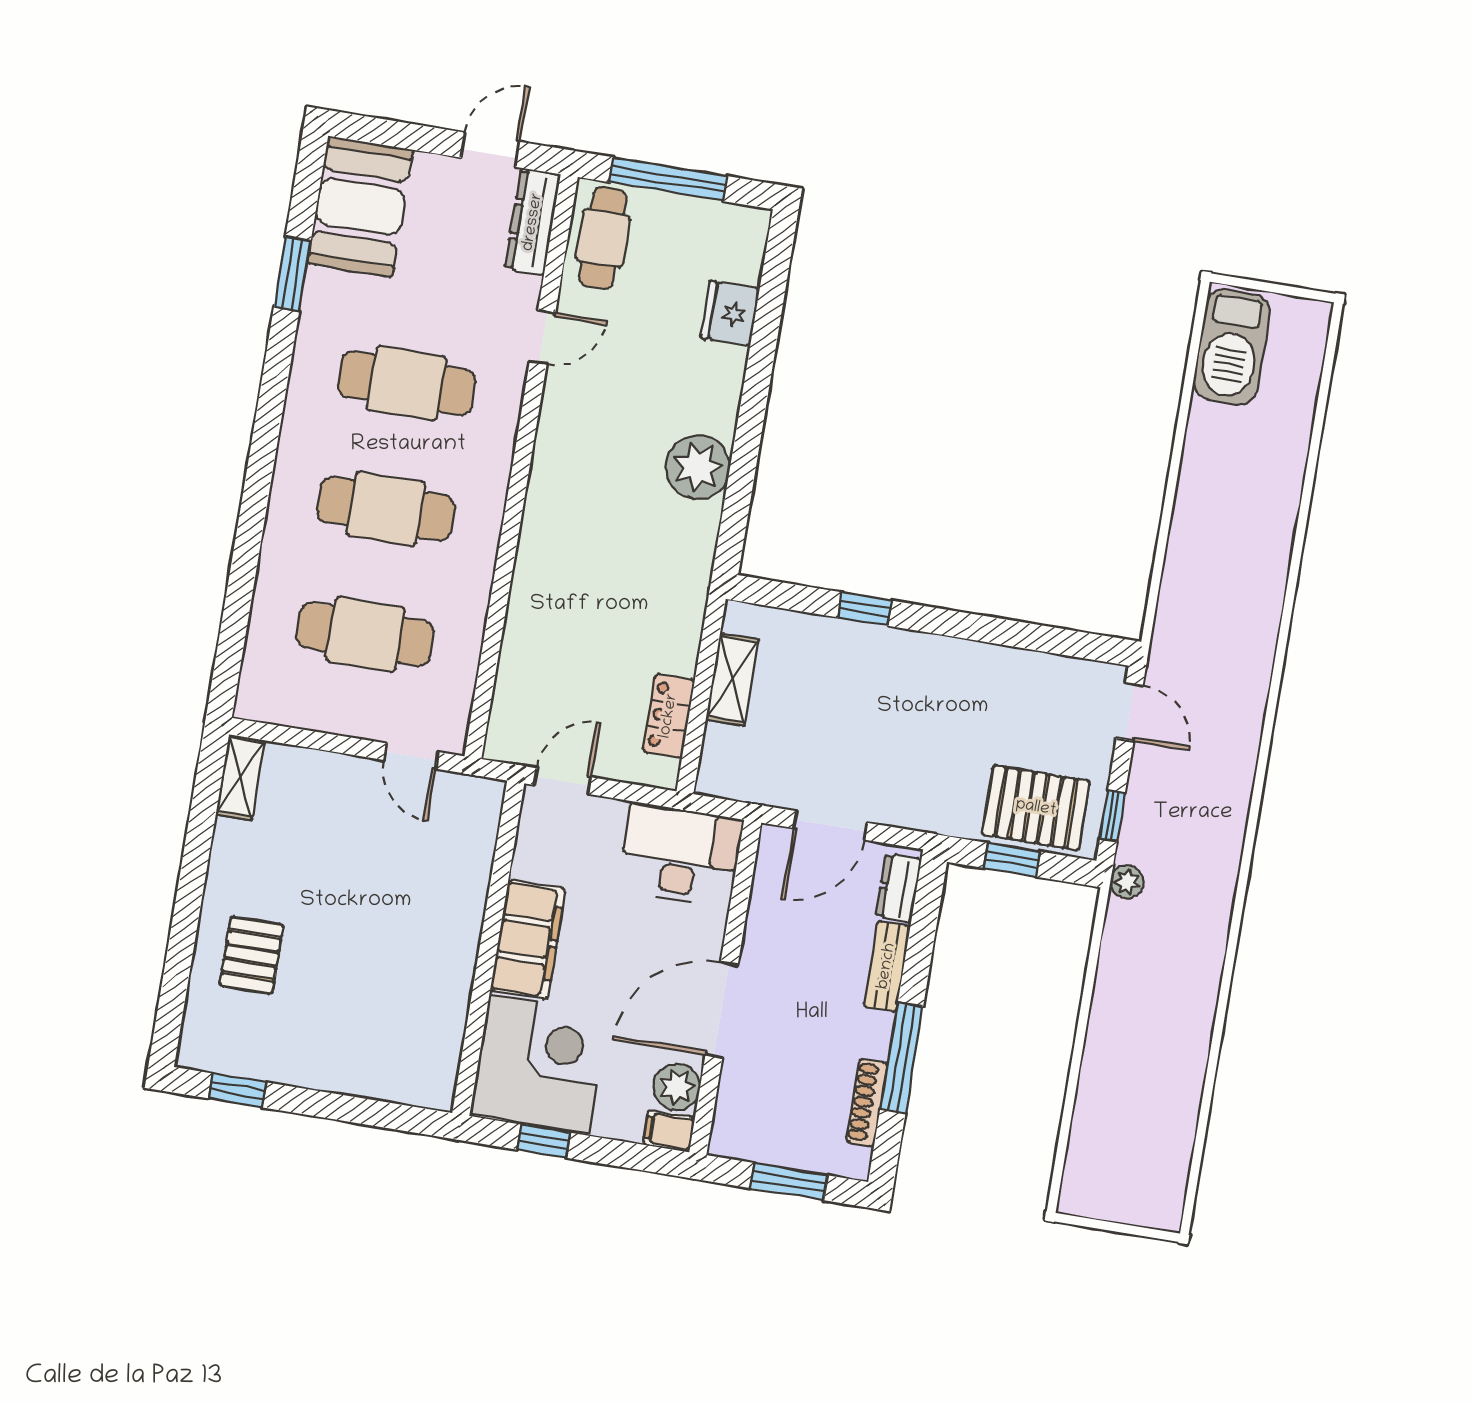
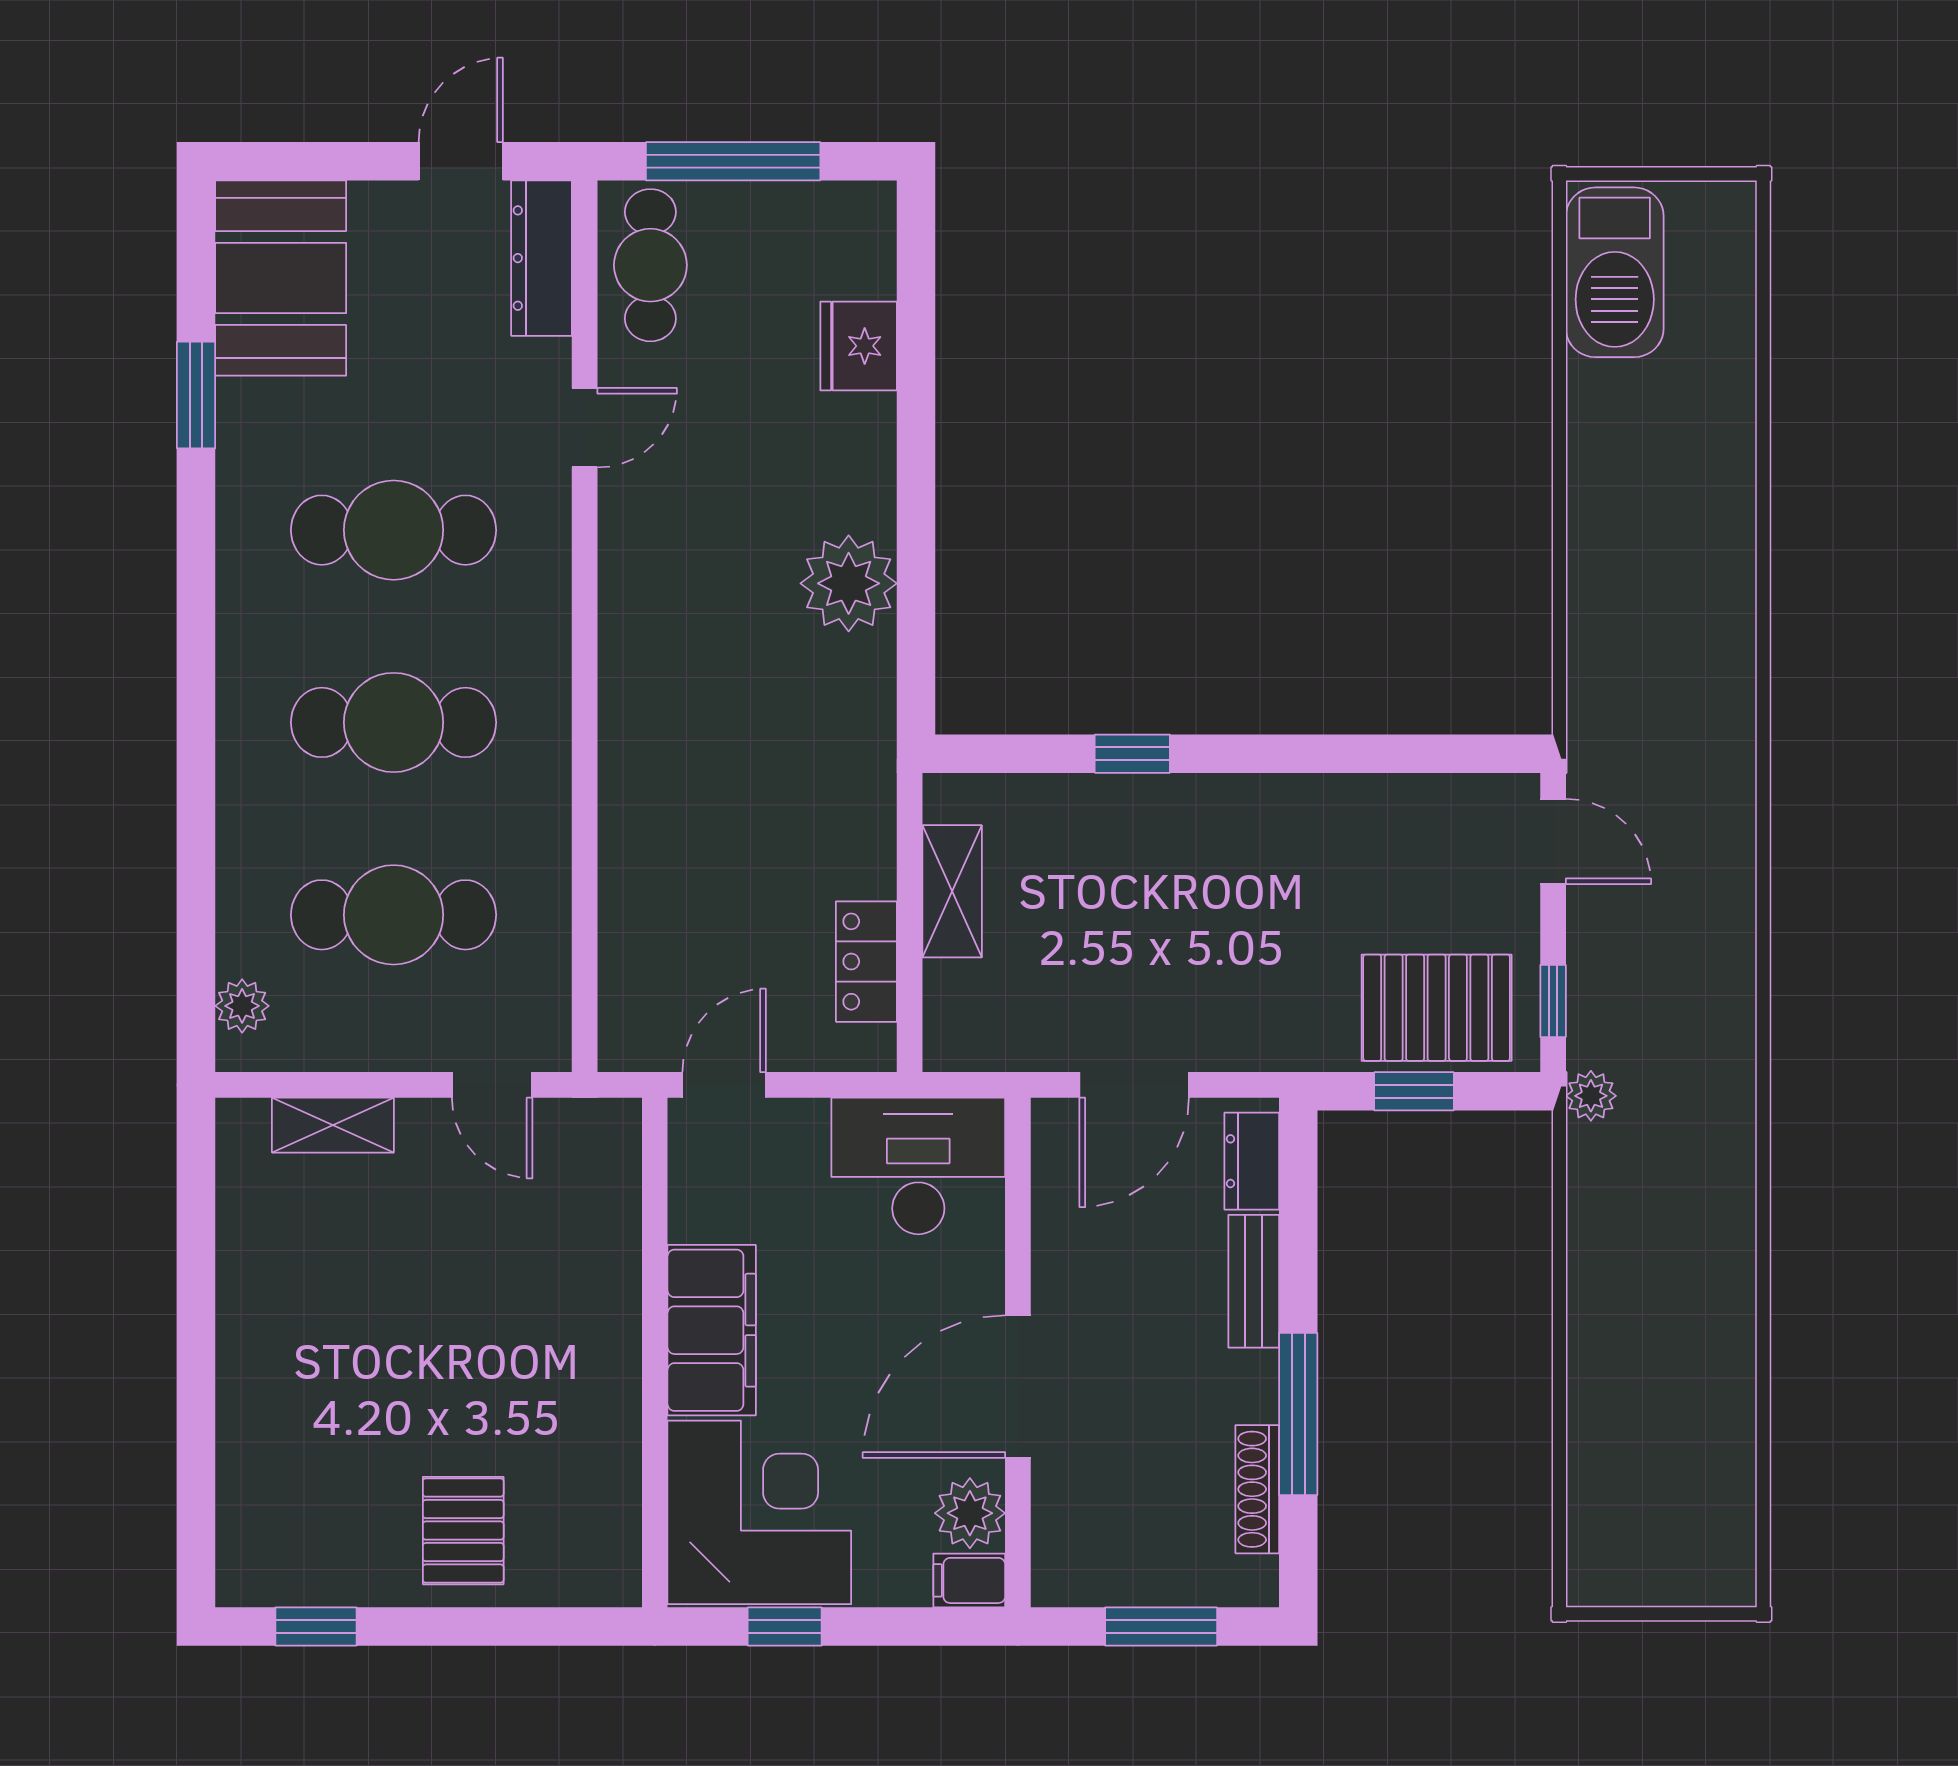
plant: (256, 677) -> (242, 1006), added
shelving: (240, 777) -> (333, 1125), moved, turned 90
pallet: (251, 955) -> (463, 1531), moved

